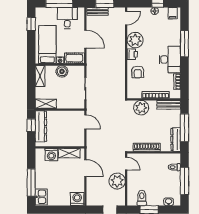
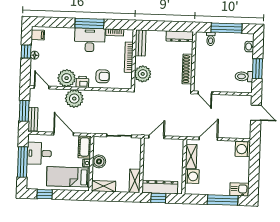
door: (85, 39) -> (64, 134), hinge flipped
window: (184, 44) -> (89, 23), moved
window: (184, 128) -> (167, 26), removed
door: (126, 164) -> (205, 93), swing flipped
plant: (117, 181) -> (74, 99), moved

